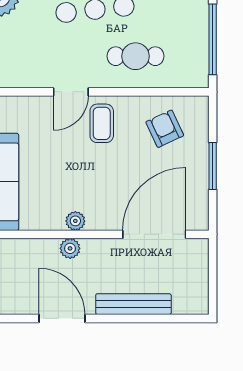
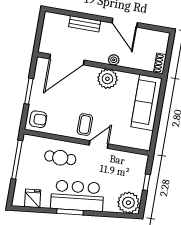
armchair: (165, 129) -> (38, 119), moved, turned -65
plant: (75, 221) -> (107, 79), width x1.88, depth x1.88
bench: (133, 304) -> (85, 24), width x0.73

